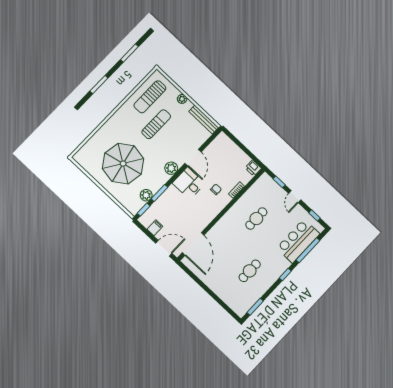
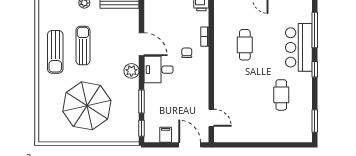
sun lounger: (150, 97) -> (55, 52), moved
plant: (146, 195) -> (132, 114), removed
bar counter: (298, 241) -> (299, 47), moved
door: (193, 244) -> (211, 118), width x0.53
door: (164, 248) -> (190, 145), hinge flipped

